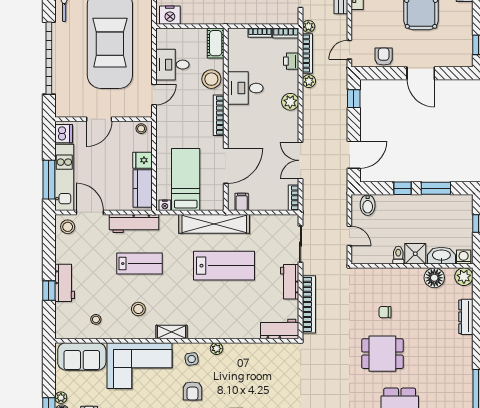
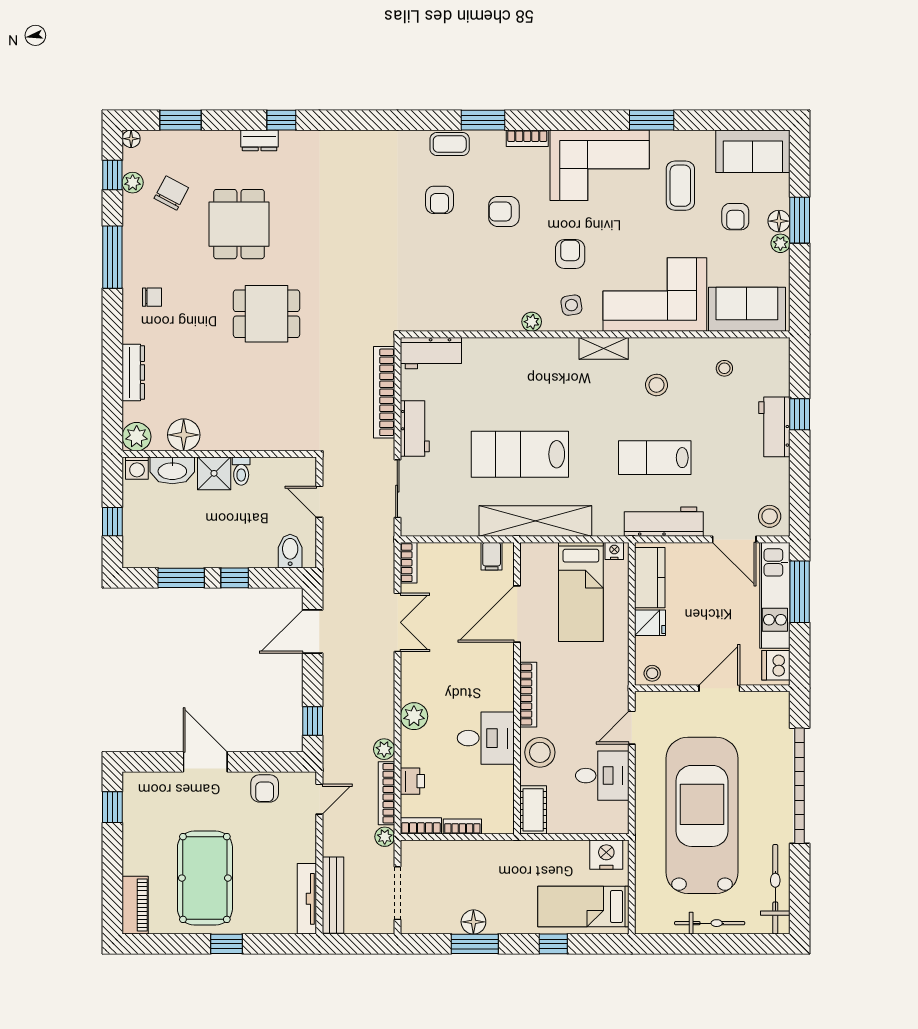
chair: (385, 312) -> (152, 297), moved

